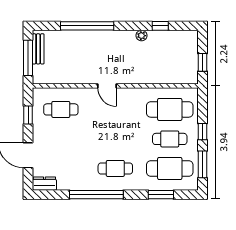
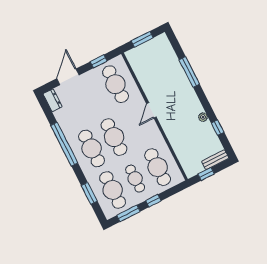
window: (87, 26) -> (189, 72), width x0.68
bench: (38, 49) -> (215, 160), moved
window: (28, 58) -> (142, 39), width x0.69
cafe table: (61, 109) -> (115, 84), width x1.37, depth x1.35
cafe table: (115, 139) -> (114, 137), added
cafe table: (115, 168) -> (92, 148), width x1.37, depth x1.35

